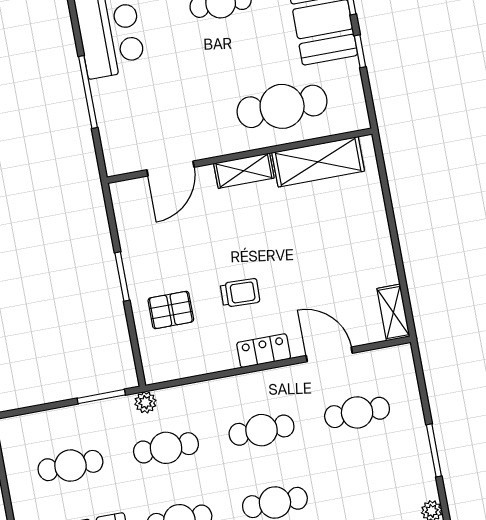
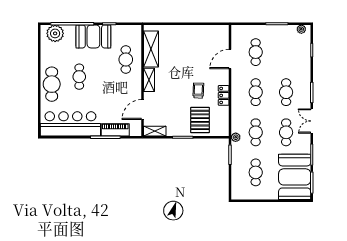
cafe table: (282, 106) -> (126, 60), width x0.73, depth x0.74
piano: (110, 112) -> (115, 130), added
door: (170, 168) -> (143, 109), swing flipped
pallet: (171, 310) -> (200, 120), width x1.50, depth x1.42
shelving: (393, 312) -> (155, 131), moved
locker: (264, 351) -> (224, 95), moved

